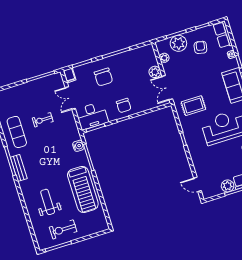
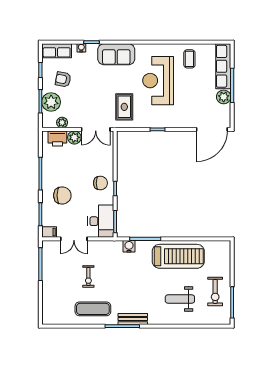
printer: (150, 58) -> (57, 138), added
door: (197, 184) -> (212, 129), width x1.88

